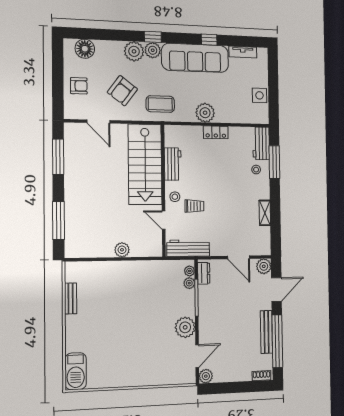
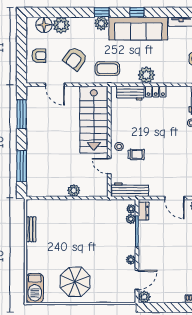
window: (209, 40) -> (137, 12), moved
plant: (134, 51) -> (61, 25), moved
workbench: (173, 164) -> (130, 93), moved, turned 90
plant: (185, 327) -> (131, 260), width x0.53, depth x0.53
parasol: (125, 361) -> (75, 282), added

